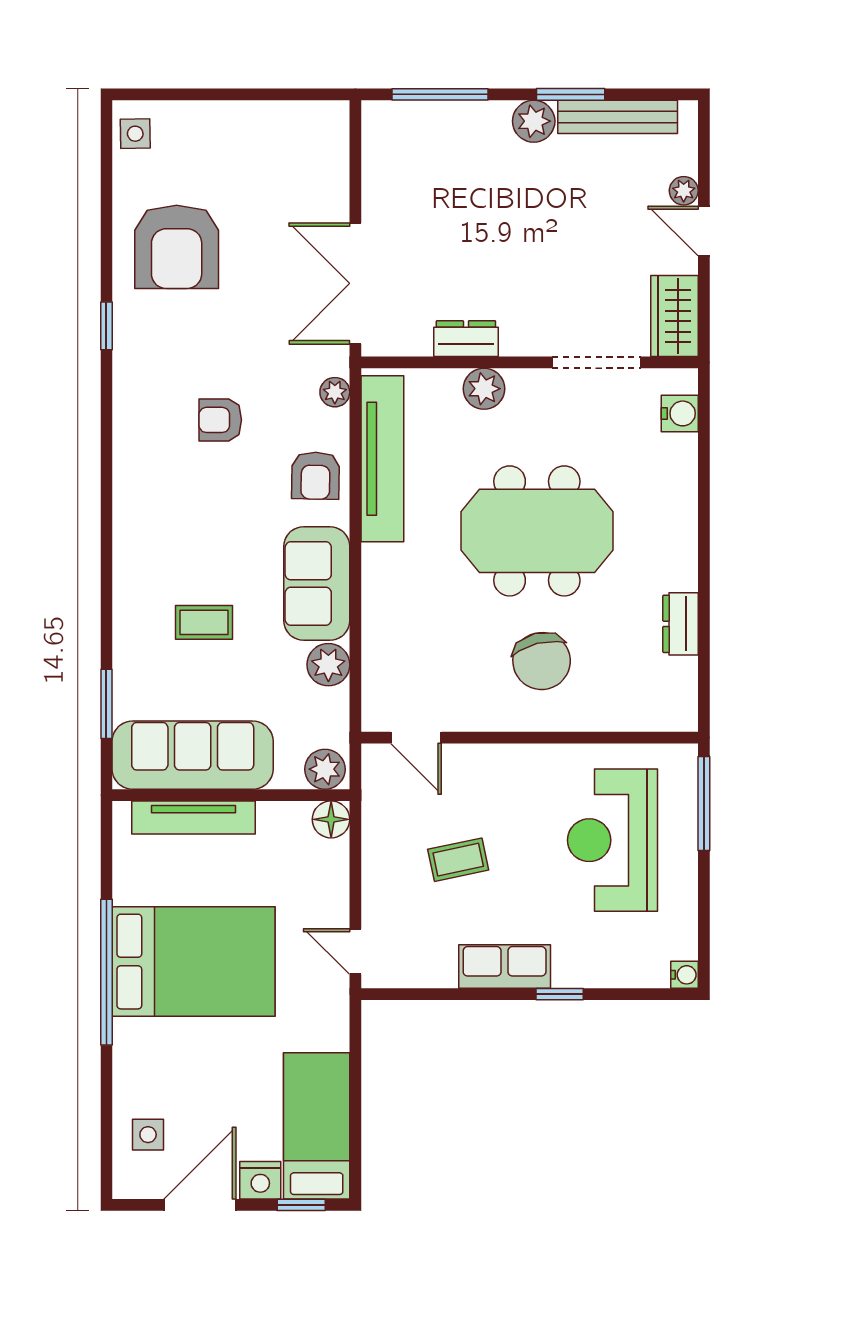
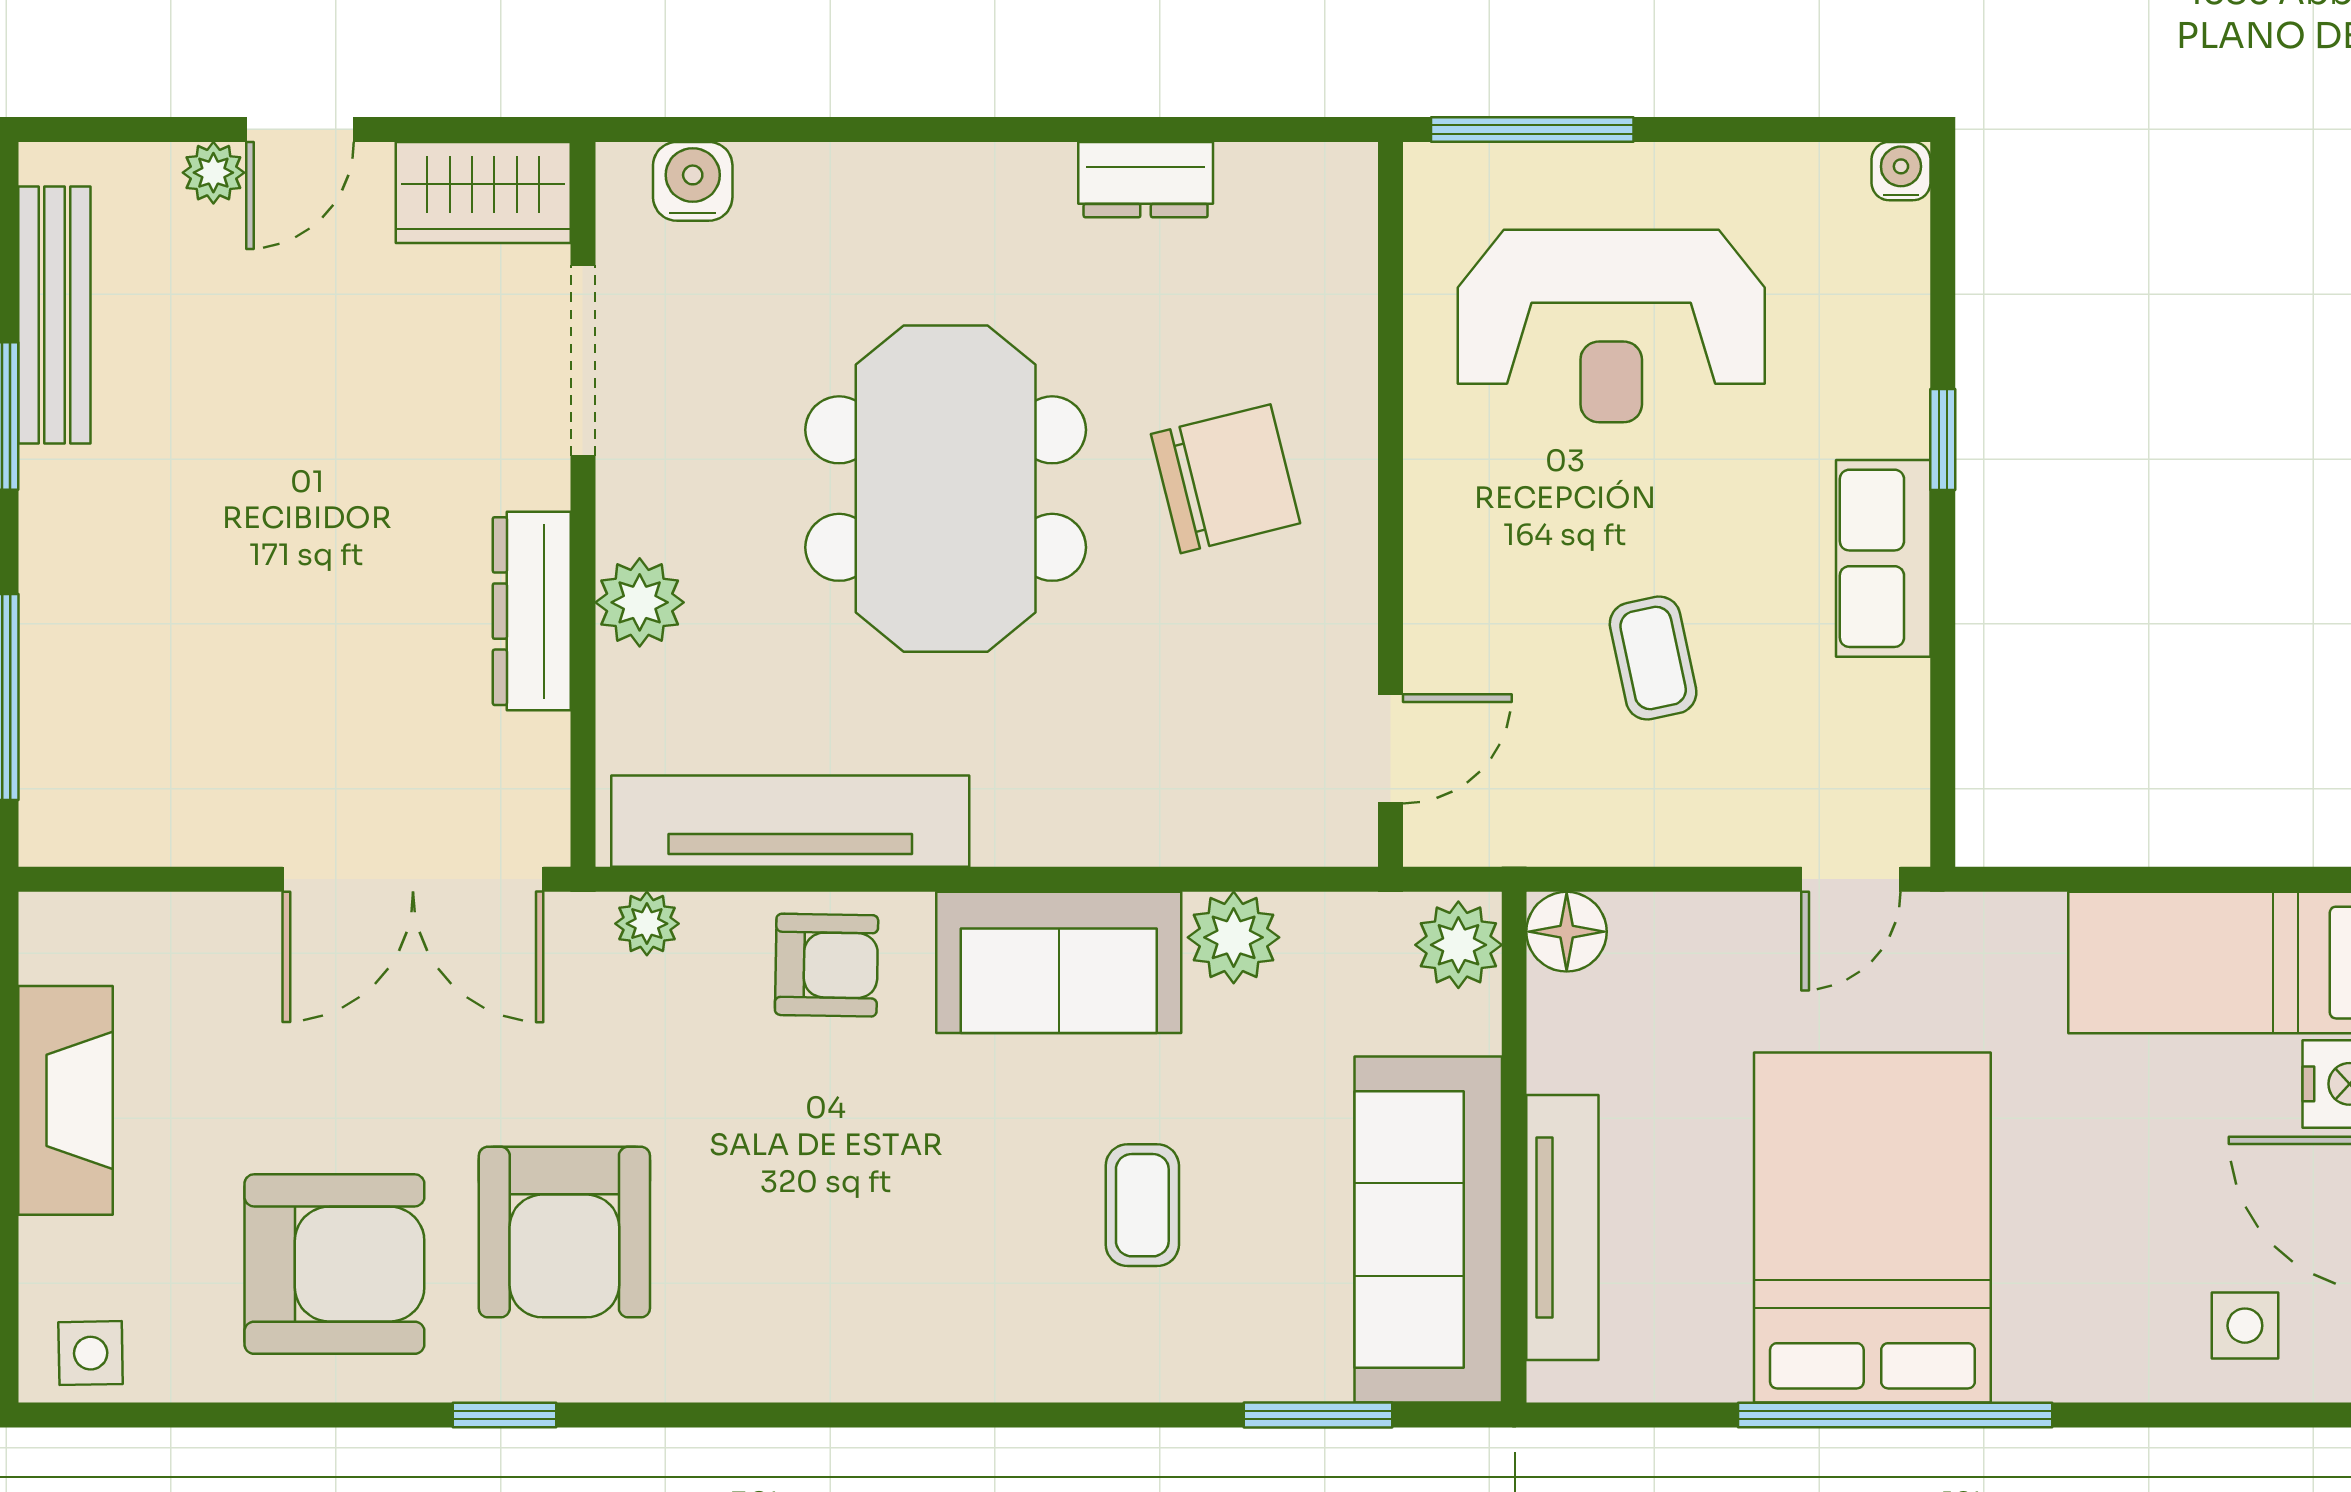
plant: (534, 121) -> (64, 496), removed
fireplace: (253, 122) -> (66, 1100), added
dresser: (466, 339) -> (532, 611), width x1.44
armchair: (220, 420) -> (564, 1232), moved, width x1.88, depth x1.88

